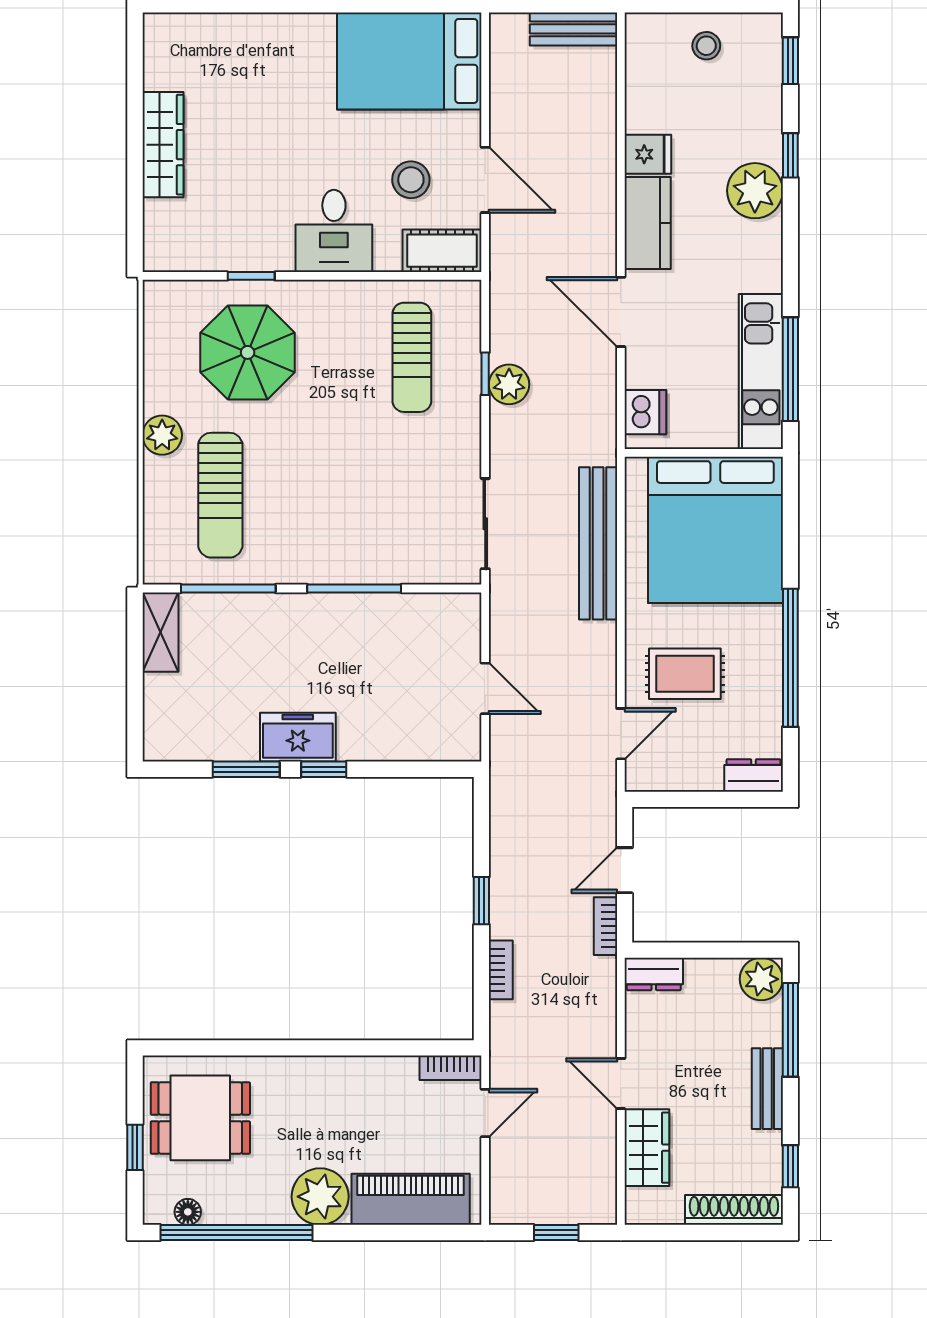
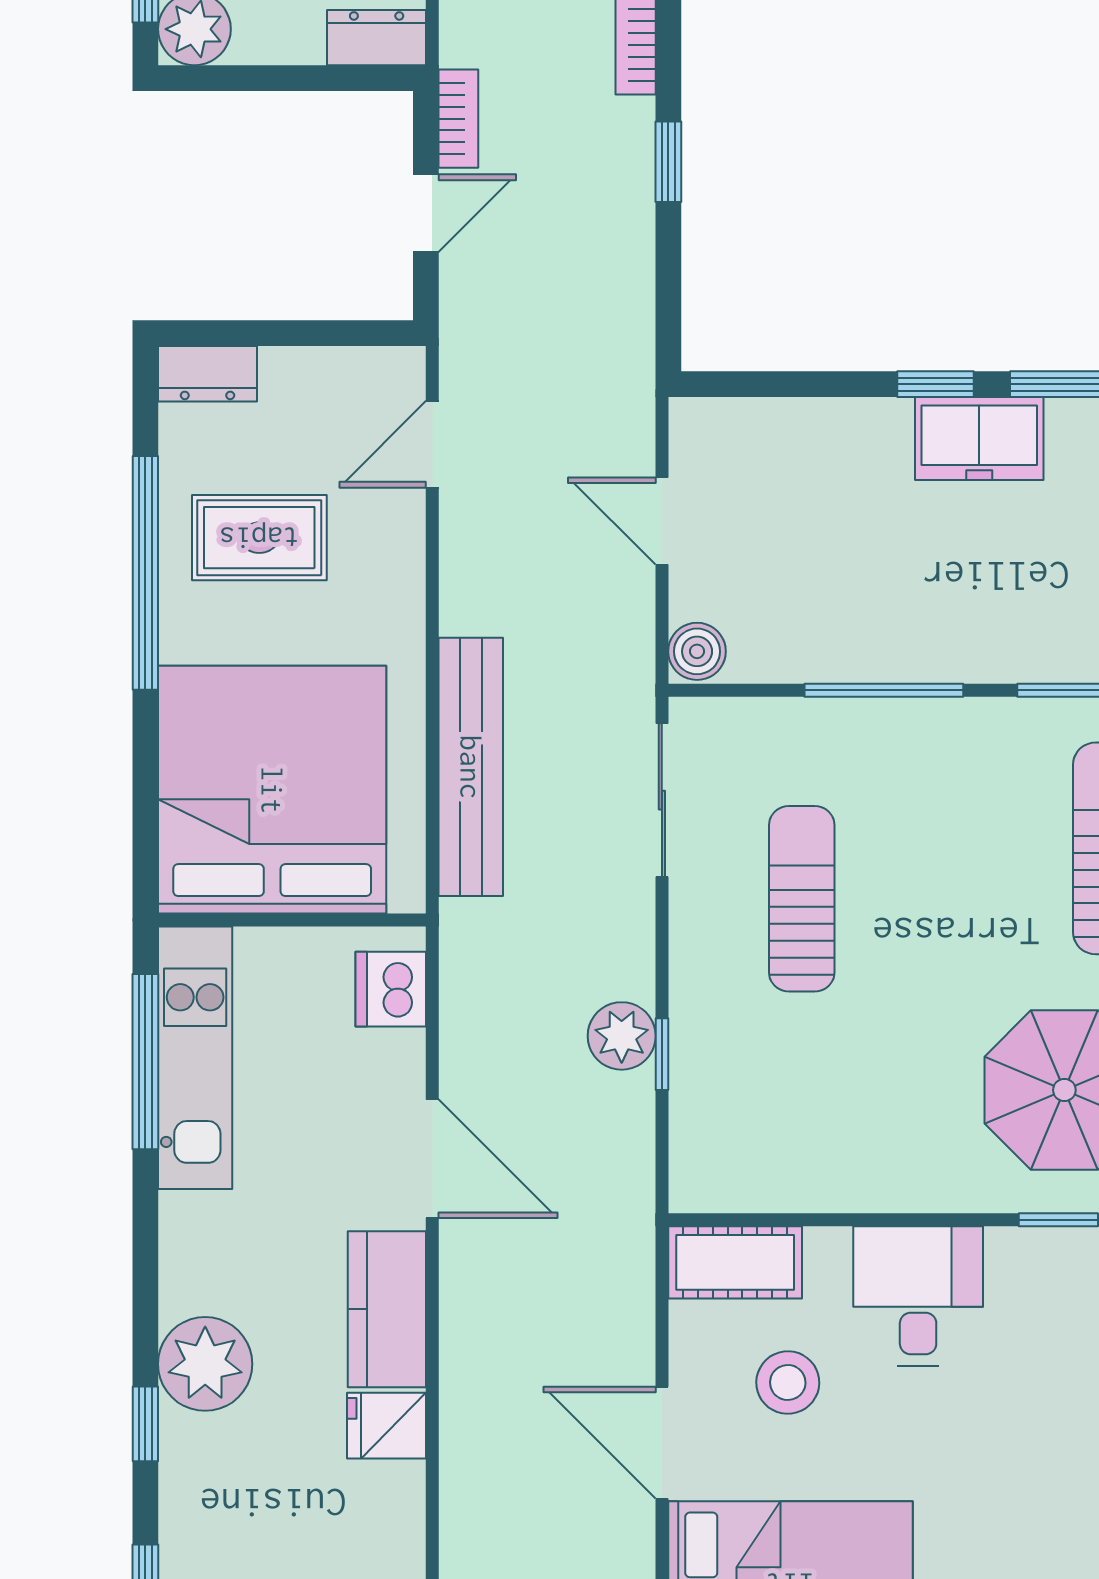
door: (485, 180) -> (662, 1443), moved
sun lounger: (412, 357) -> (802, 899), moved
boiler: (464, 612) -> (697, 651), added
rug: (685, 674) -> (259, 538), moved

